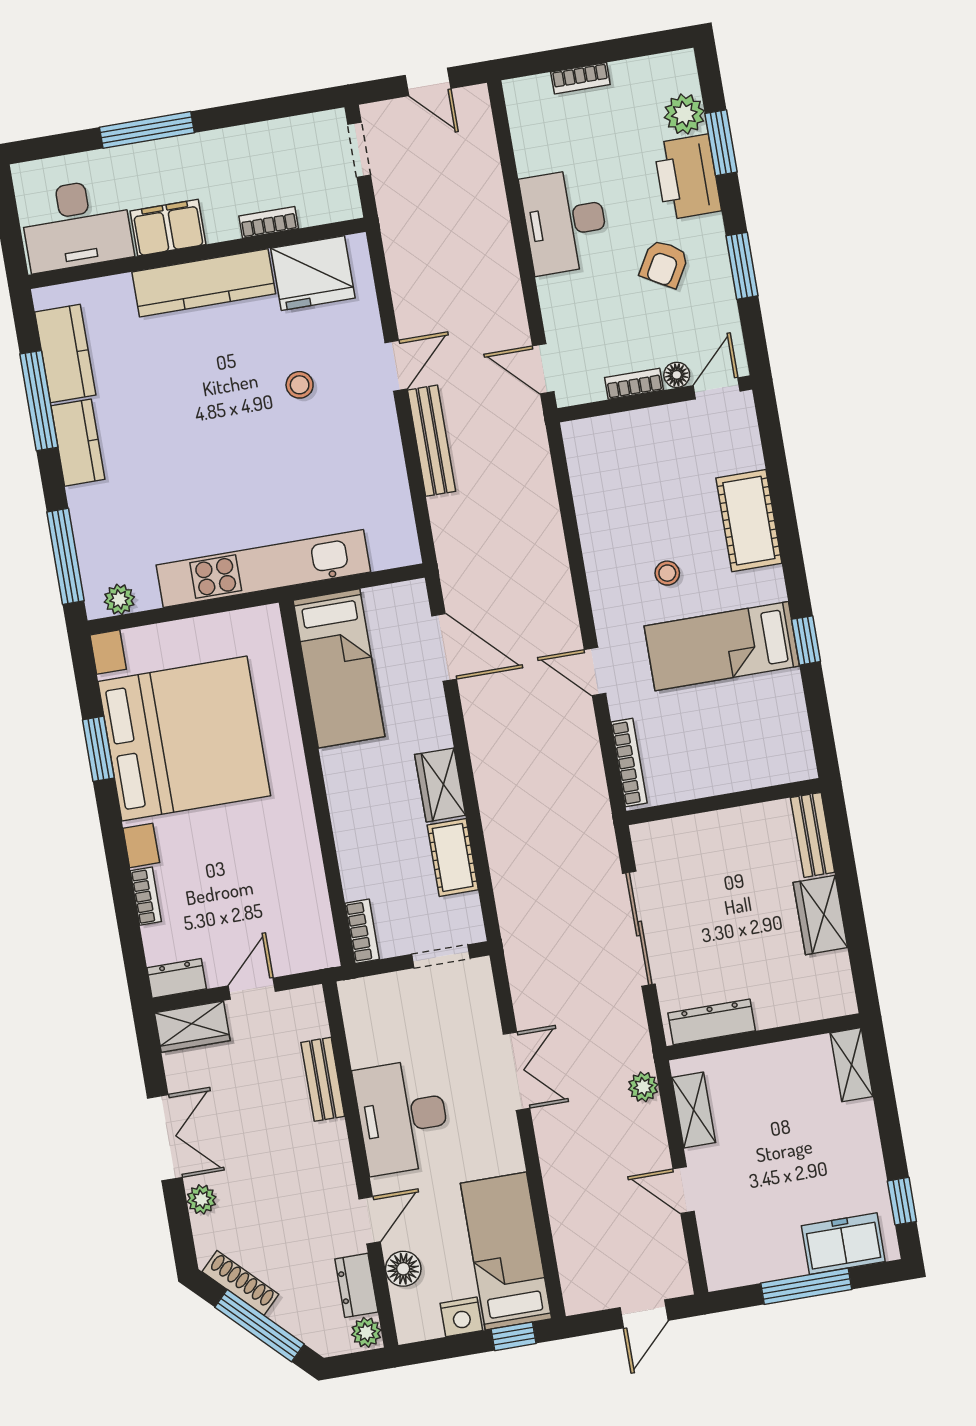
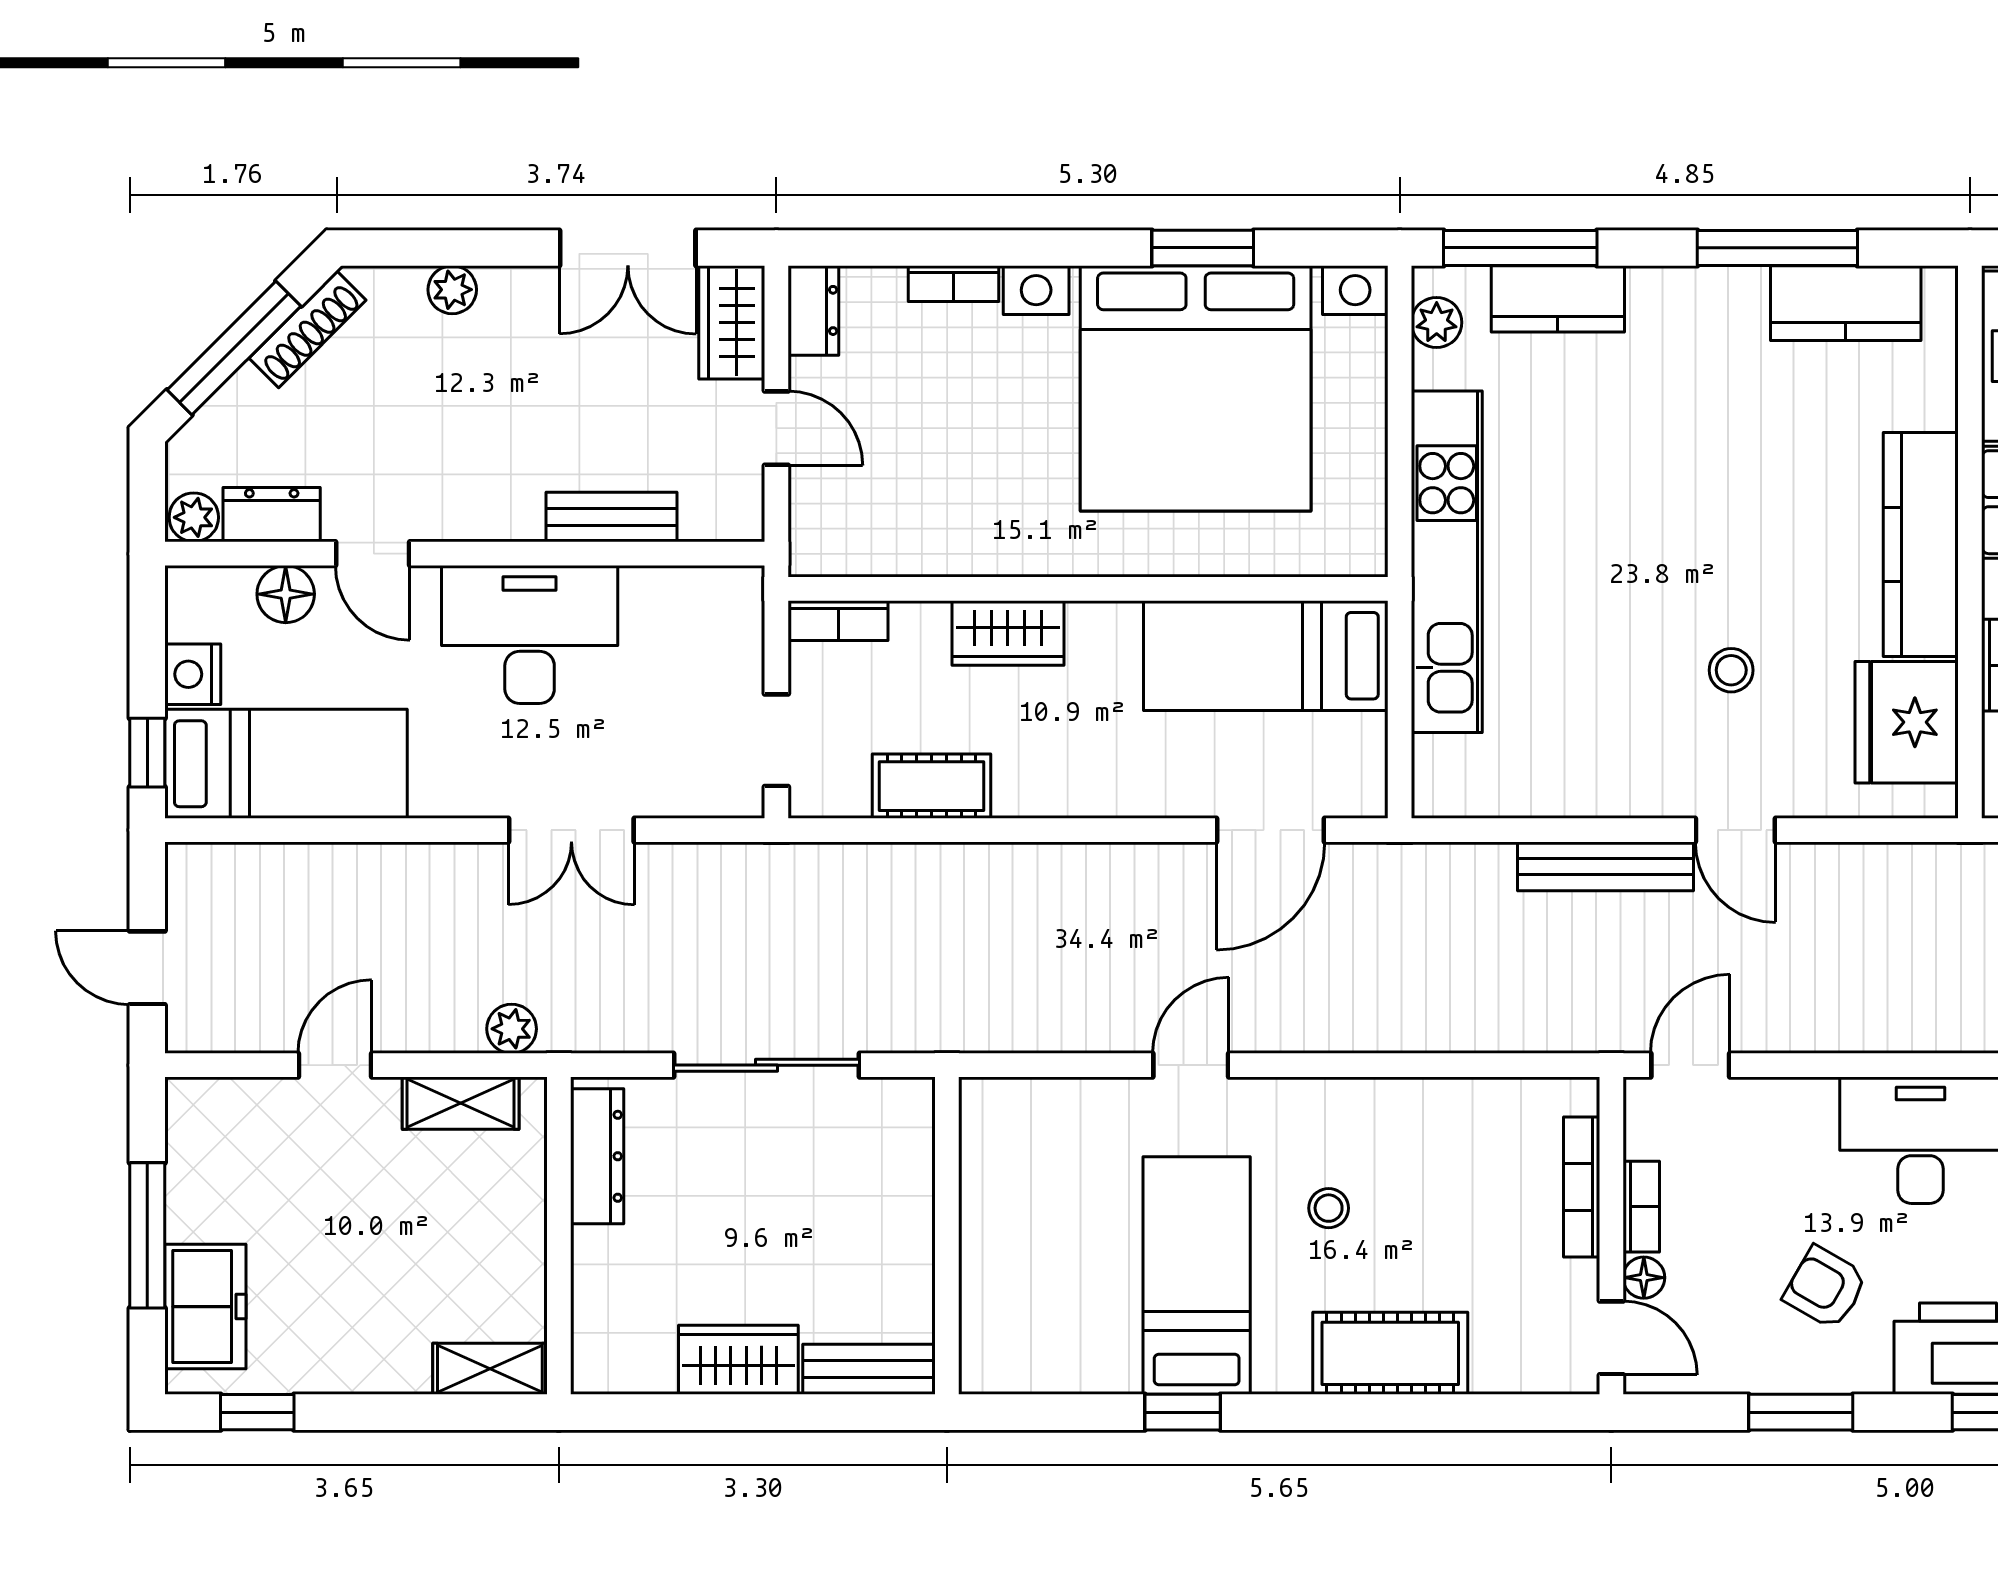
kitchen counter: (78, 443) -> (1558, 299), moved
bookcase: (629, 763) -> (1582, 1187), moved, turned 90
wardrobe: (440, 785) -> (1008, 633), moved, turned 180
double door: (165, 1138) -> (628, 248), moved

